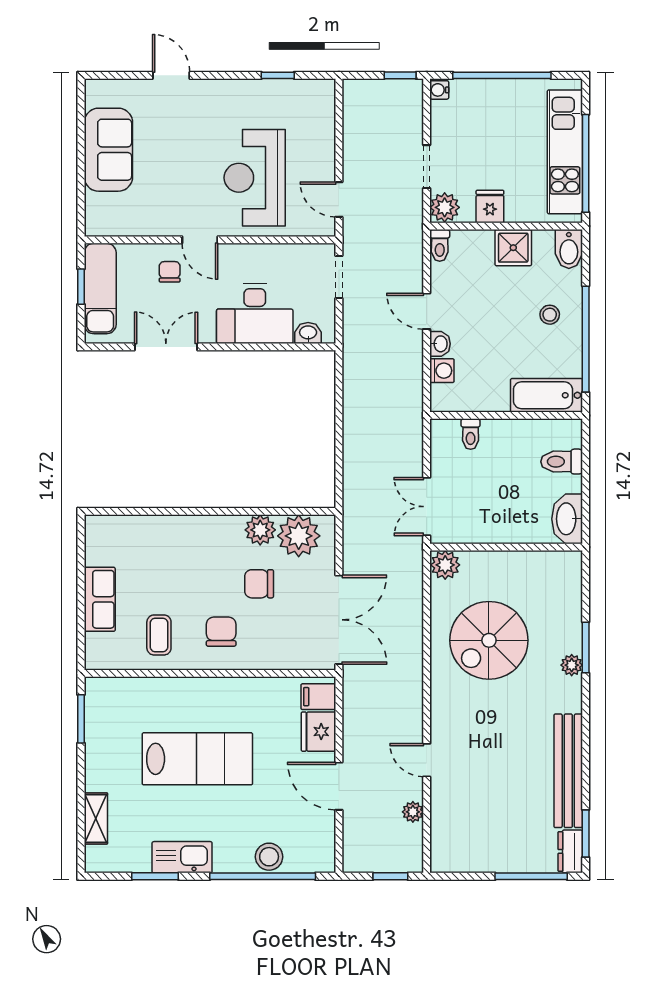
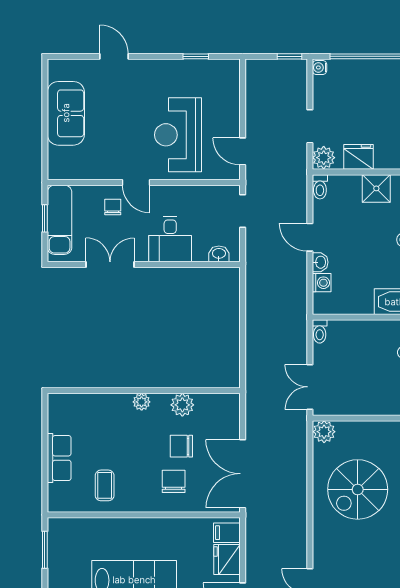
fridge: (490, 206) -> (358, 157), width x1.38
desk: (255, 314) -> (170, 239), width x0.73
toilet: (471, 434) -> (320, 331), moved
plant: (299, 536) -> (142, 402), moved, width x0.53, depth x0.53
double door: (339, 620) -> (243, 474), swing flipped
chair: (221, 632) -> (174, 481), moved

